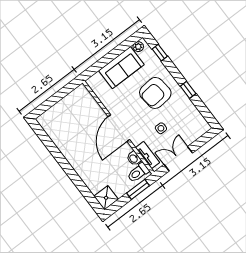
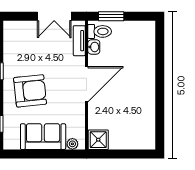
plant: (138, 47) -> (72, 144), moved
side table: (161, 128) -> (49, 55), removed
shower: (106, 198) -> (98, 140), moved

